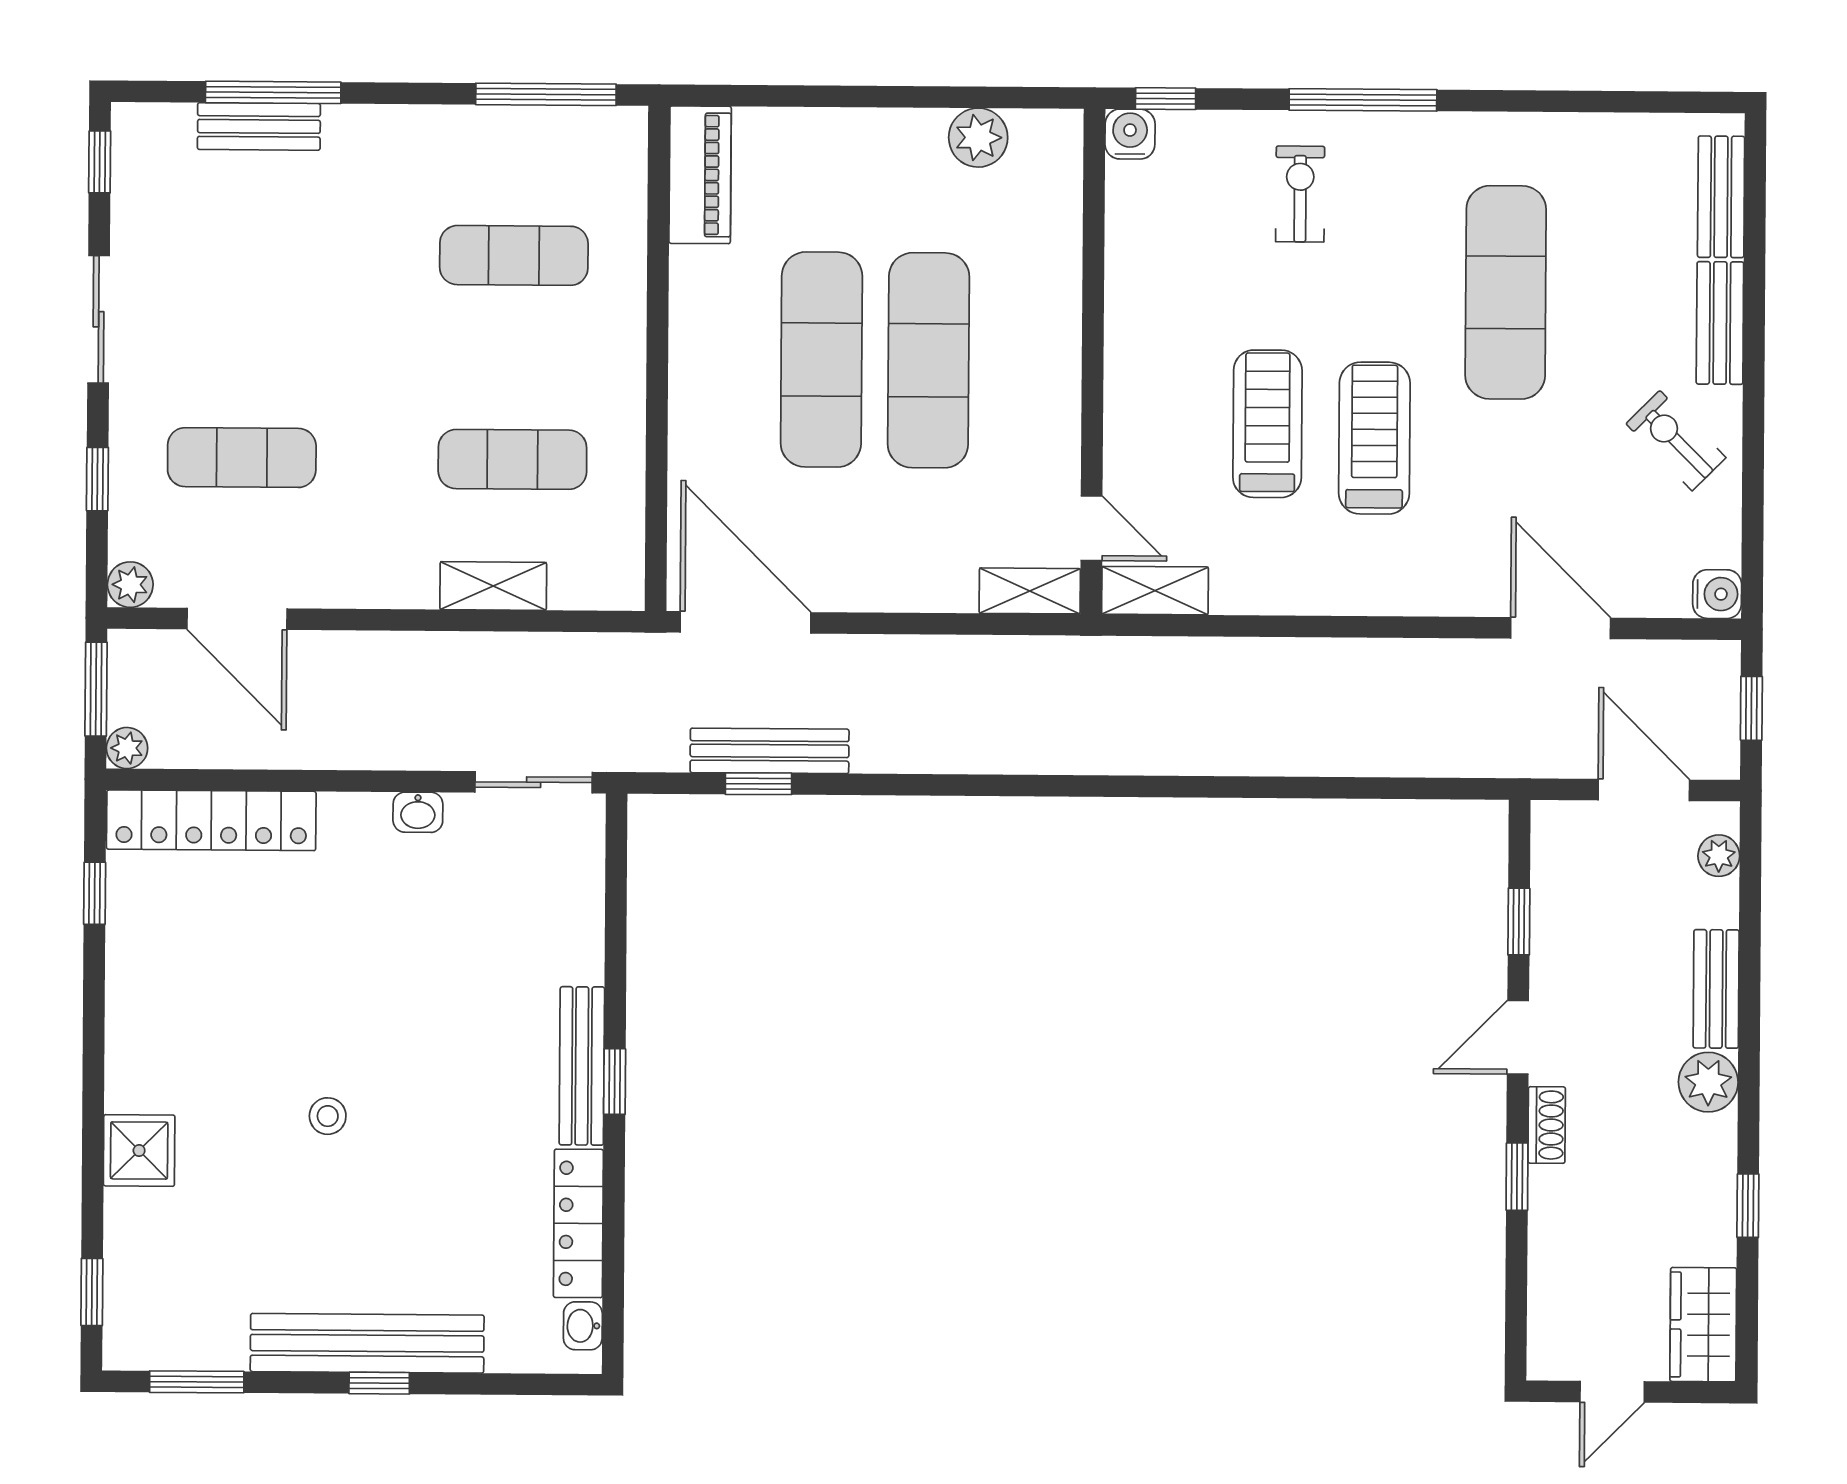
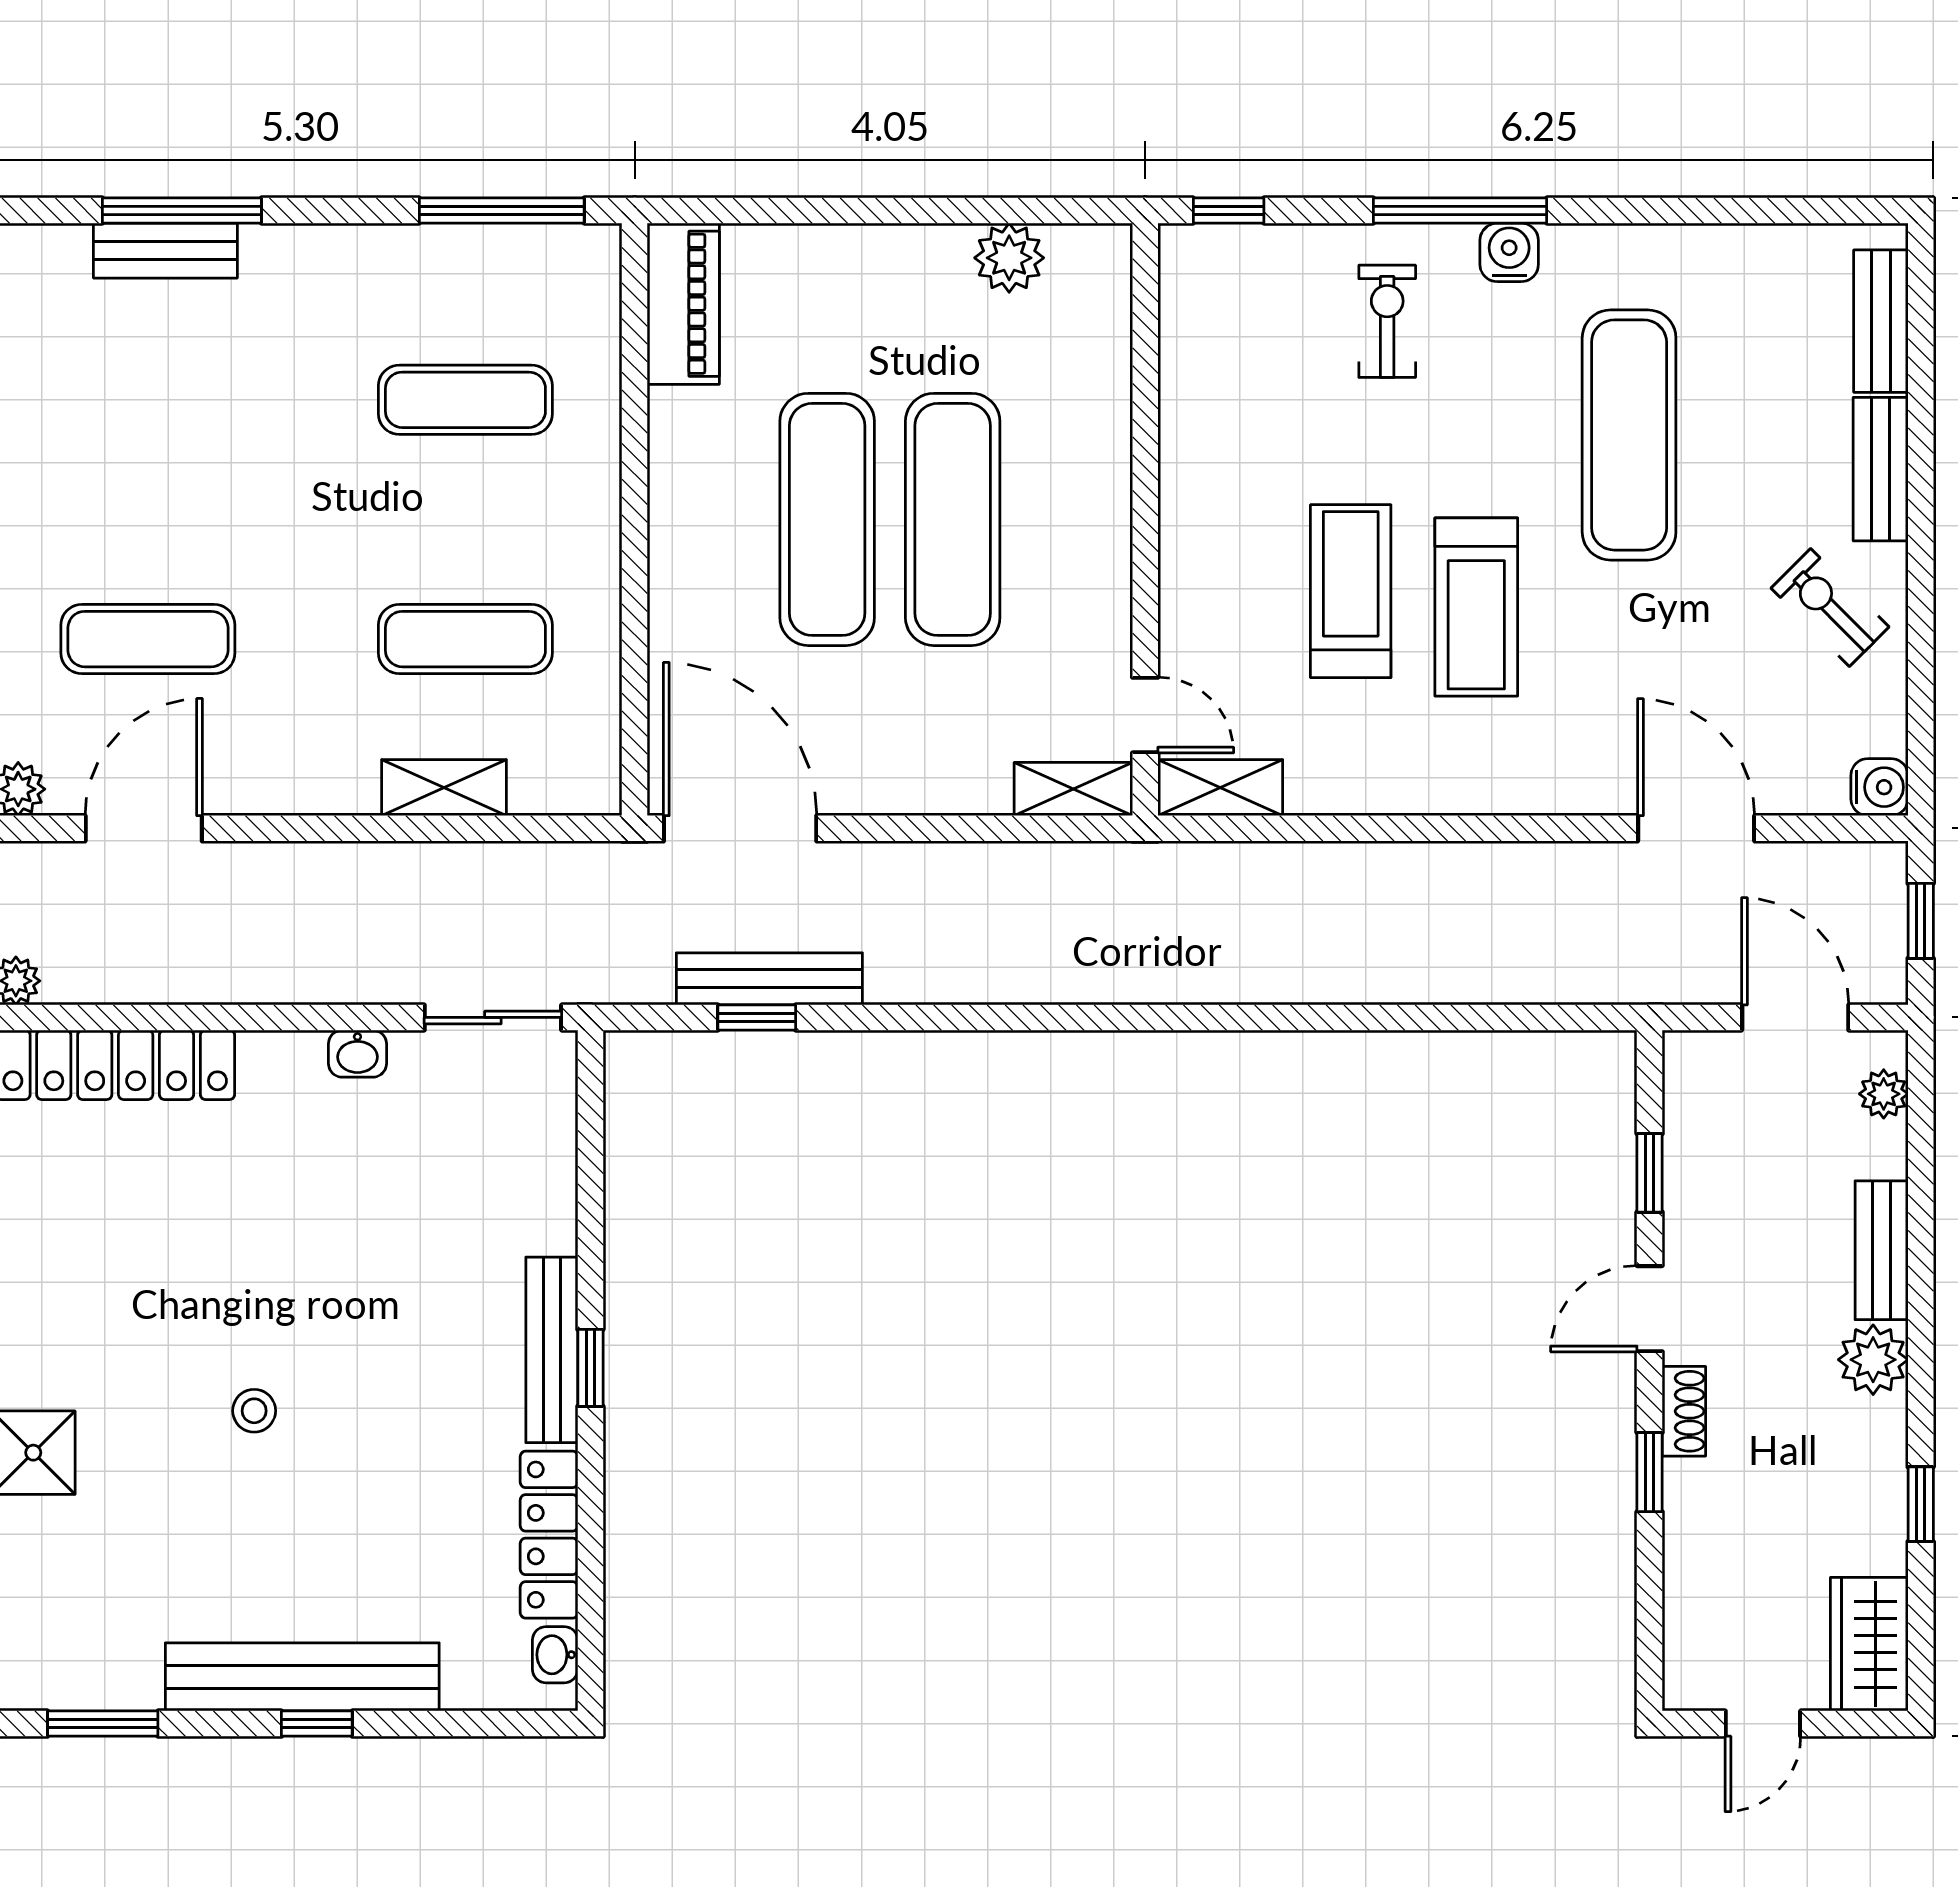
water cooler: (1130, 134) -> (1509, 252), moved
treadmill: (1374, 438) -> (1476, 607), turned 180
door: (237, 619) -> (144, 828), swing flipped

